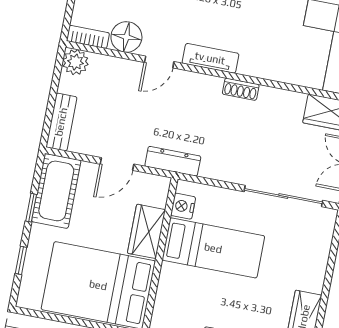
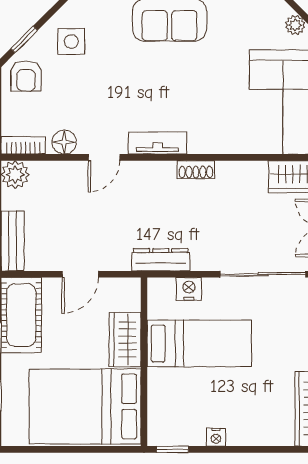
floor lamp: (126, 37) -> (64, 142), width x0.73, depth x0.73
dresser: (173, 161) -> (161, 260), moved
nightstand: (183, 206) -> (189, 289), moved, turned 90

